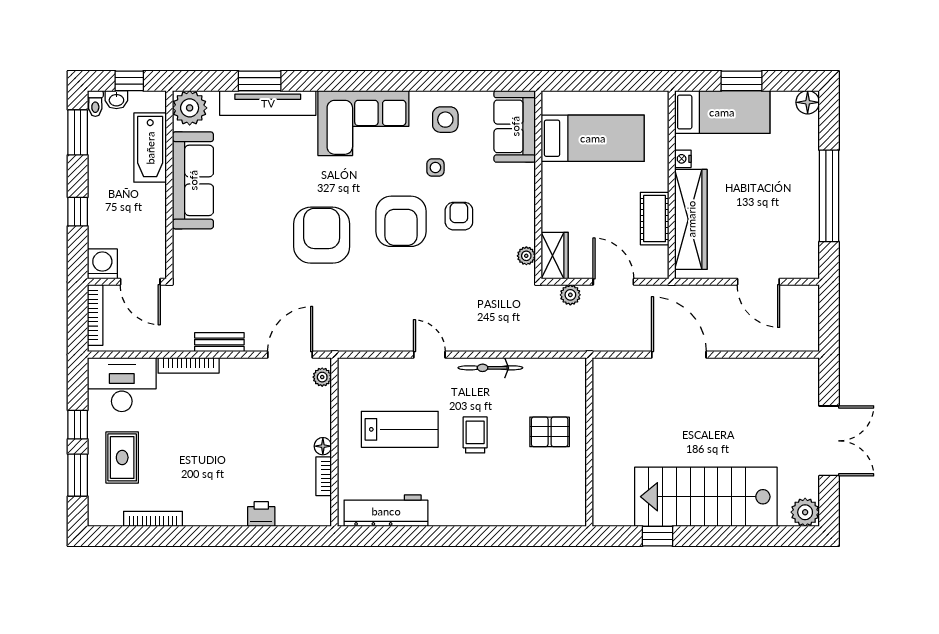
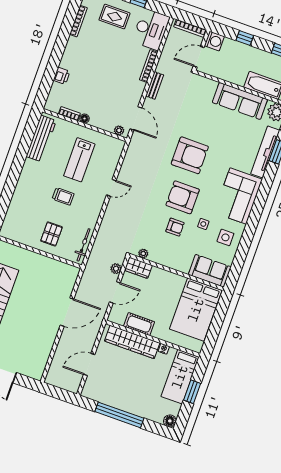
bed: (593, 138) -> (196, 310), width x1.50
bicycle: (490, 368) -> (84, 245), moved

